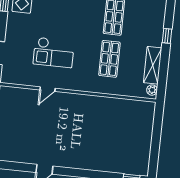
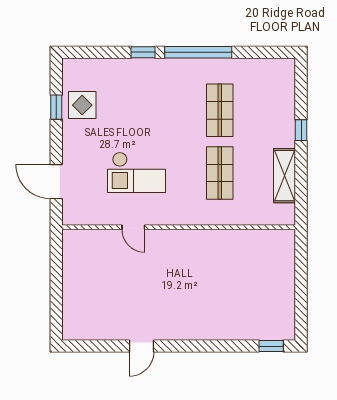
door: (48, 89) -> (133, 227), hinge flipped
plant: (152, 90) -> (288, 212), removed

